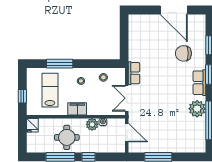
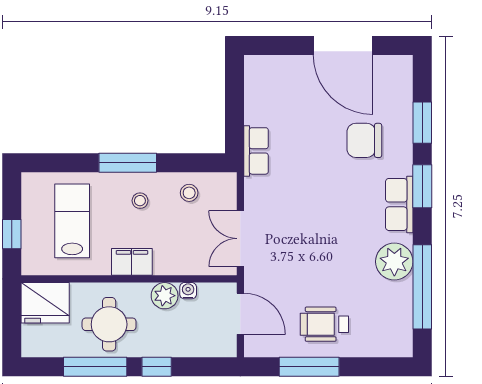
window: (60, 64) -> (128, 163), moved
row of seats: (134, 73) -> (256, 151), moved
fridge: (32, 125) -> (45, 303), width x1.88, depth x1.34
wheelchair: (165, 137) -> (324, 324), added

